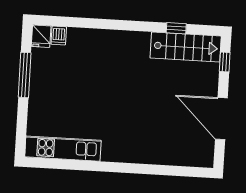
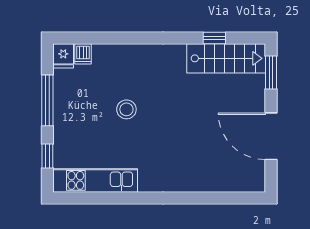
window: (225, 62) -> (271, 73), width x1.50
stool: (94, 87) -> (126, 109), added
window: (22, 124) -> (47, 156), added

